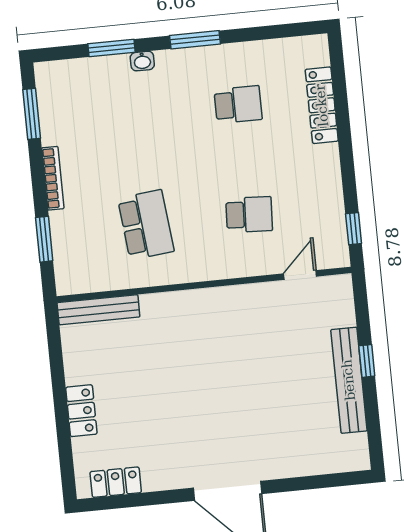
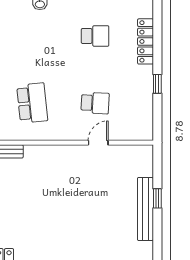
window: (354, 229) -> (157, 84), moved
door: (300, 275) -> (98, 143), moved

